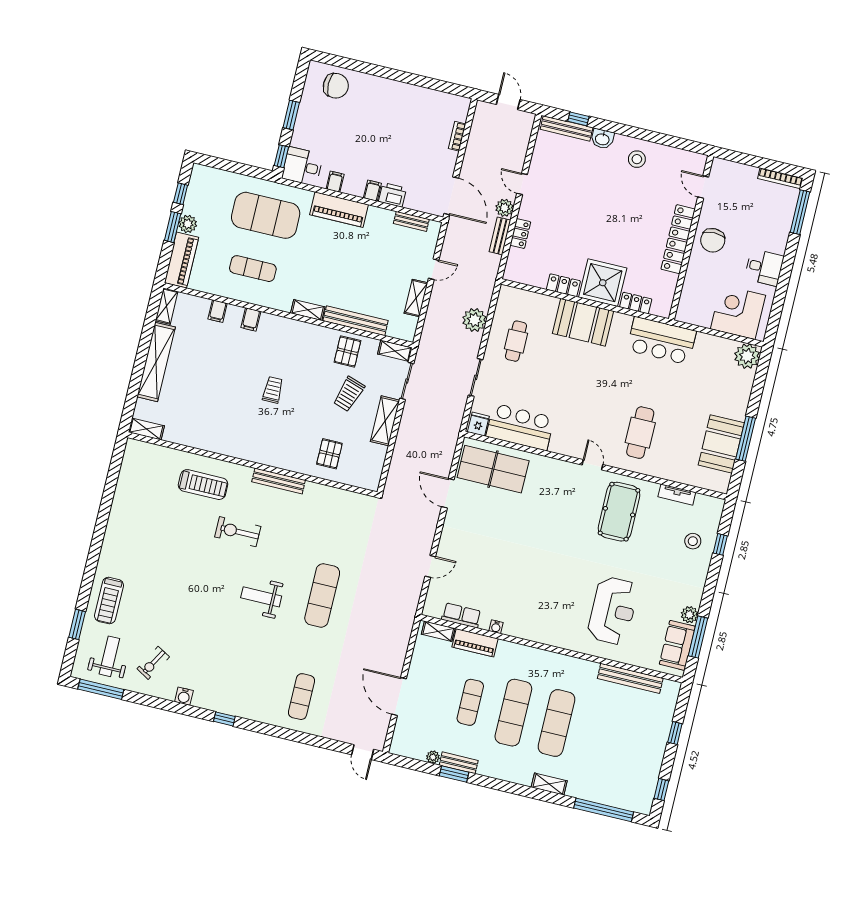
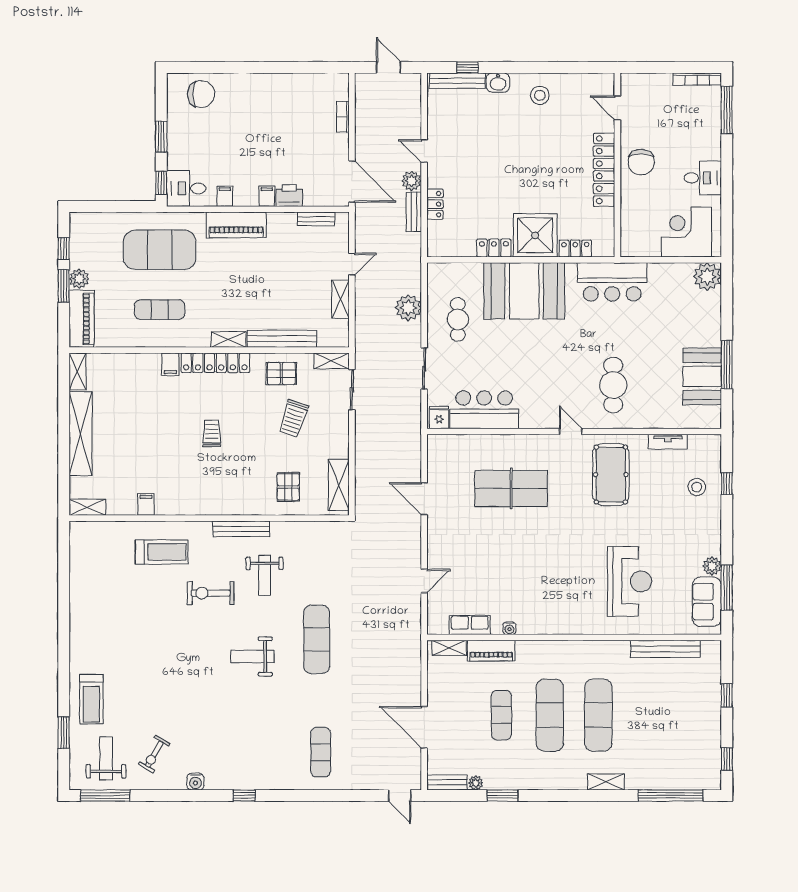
filing cabinet: (218, 311) -> (146, 504), moved, turned 180
booth: (583, 322) -> (524, 291), width x1.36, depth x1.42
locker: (291, 328) -> (215, 363), added
pallet: (347, 351) -> (281, 374), turned 90
shelving: (385, 421) -> (339, 485), moved
table tennis table: (493, 469) -> (511, 488), moved
weight bench: (289, 527) -> (265, 575), added
bench: (459, 763) -> (447, 782), moved

